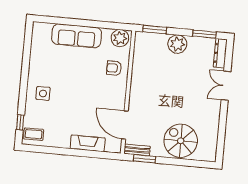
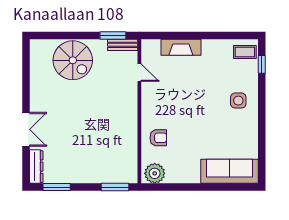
sofa: (77, 36) -> (229, 171), moved
plant: (177, 44) -> (87, 173), removed
door: (125, 125) -> (139, 73), width x0.53

